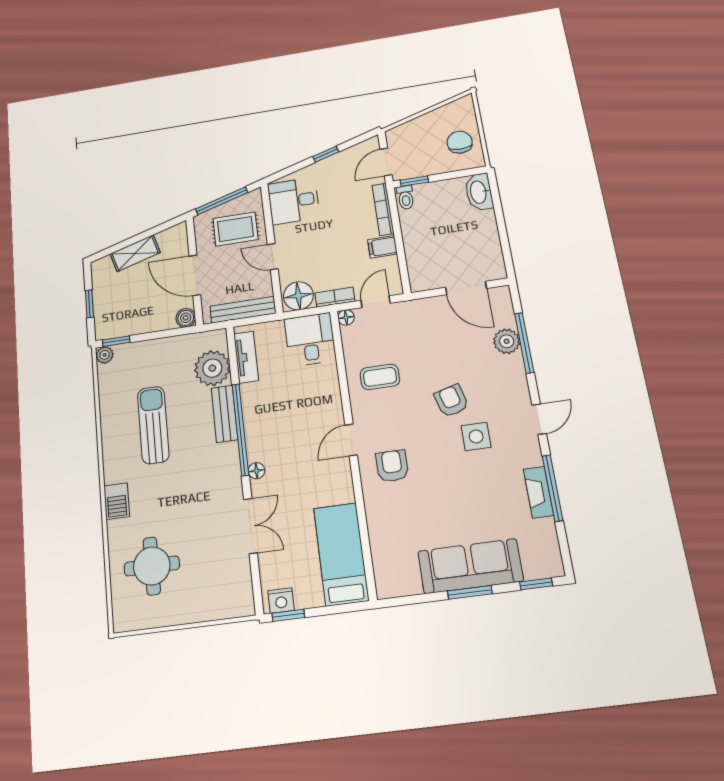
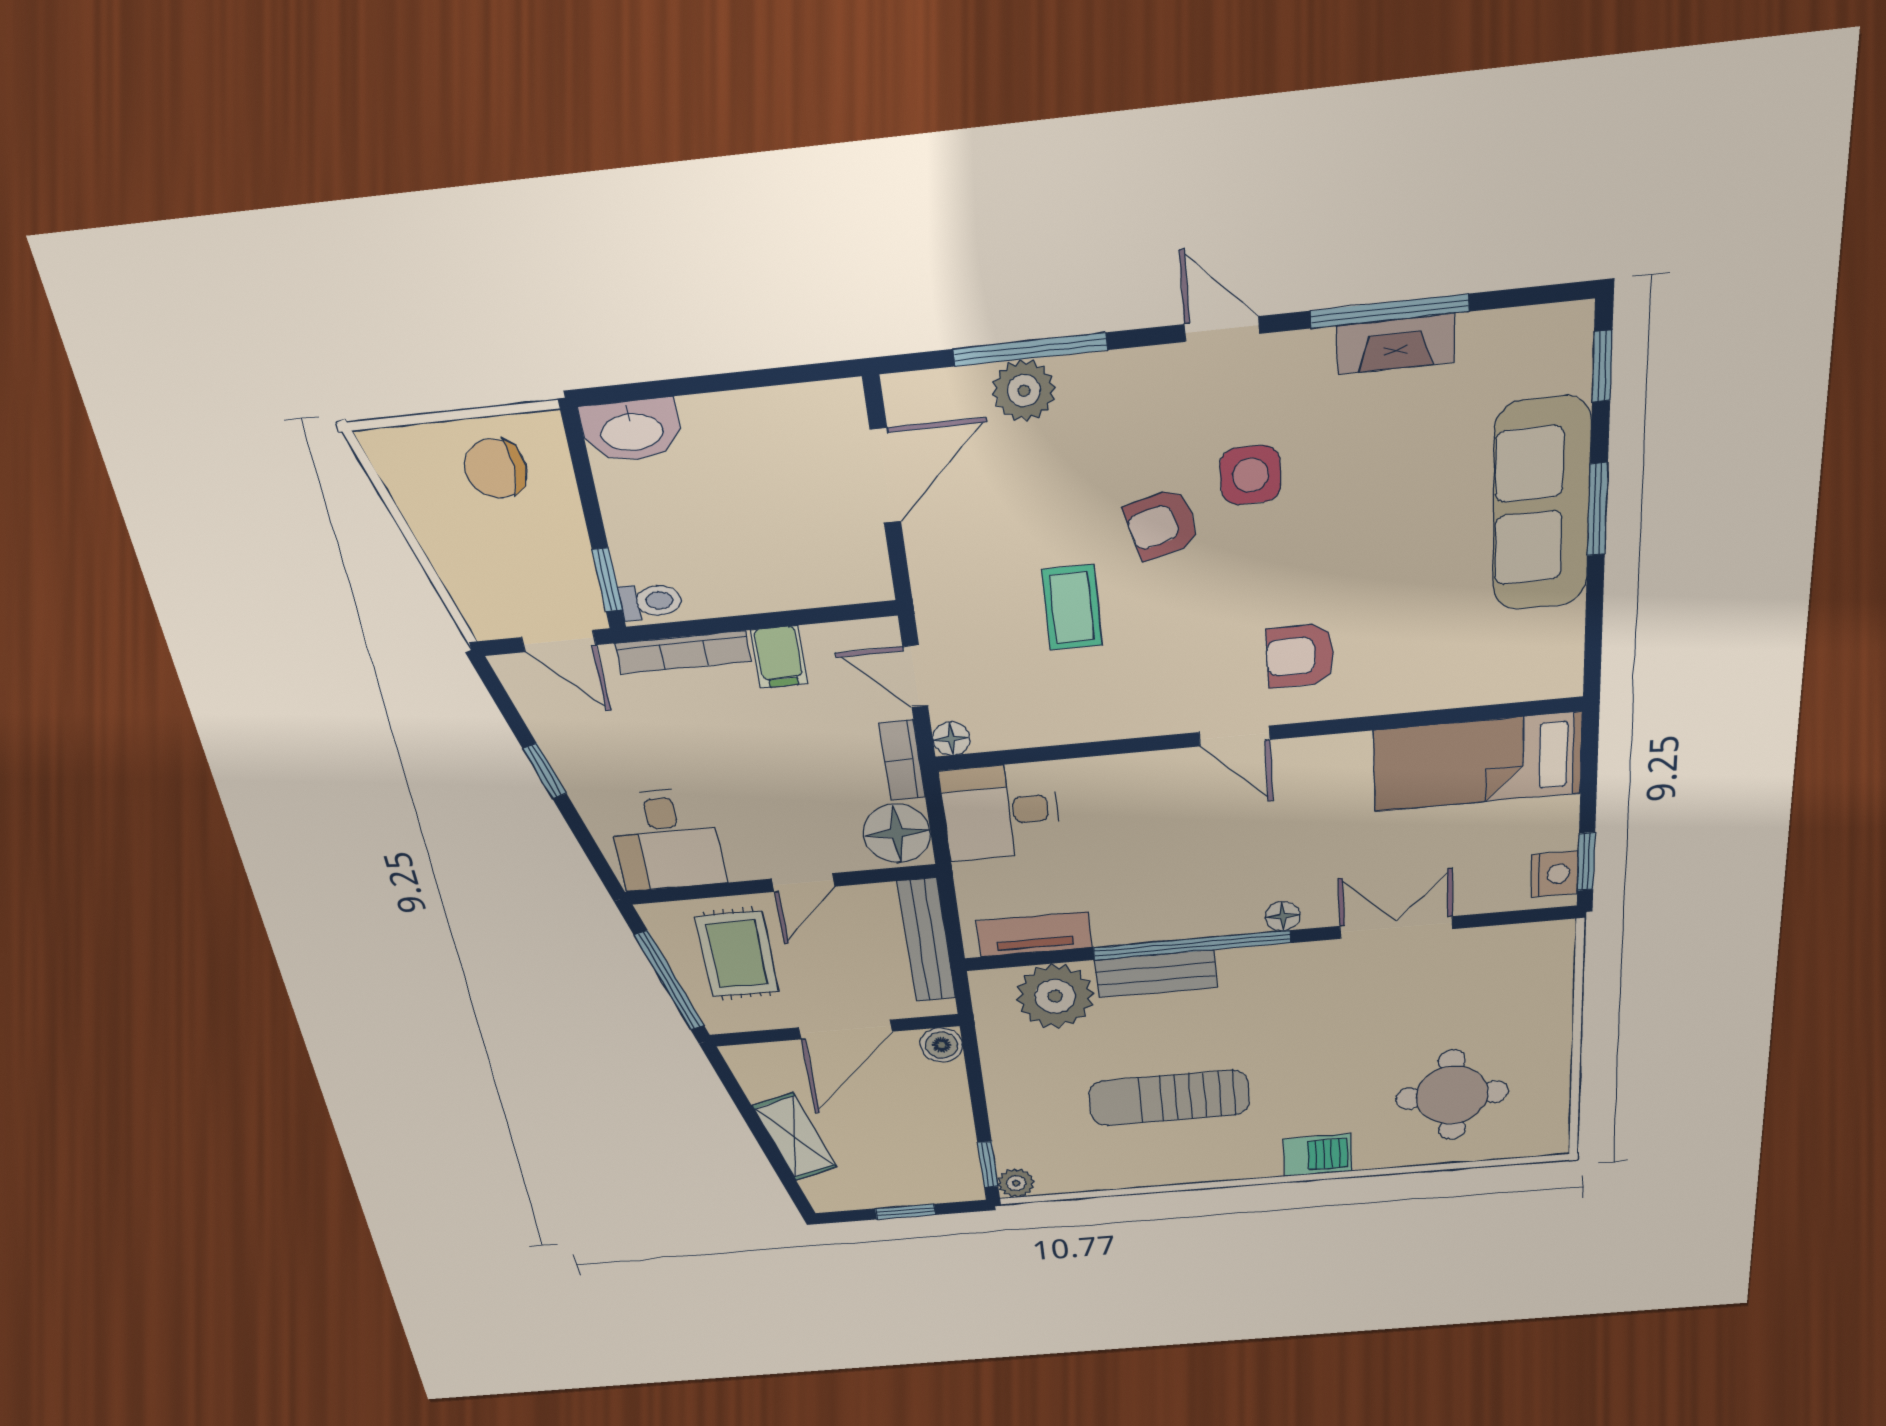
coffee table: (380, 377) -> (1072, 607), moved

